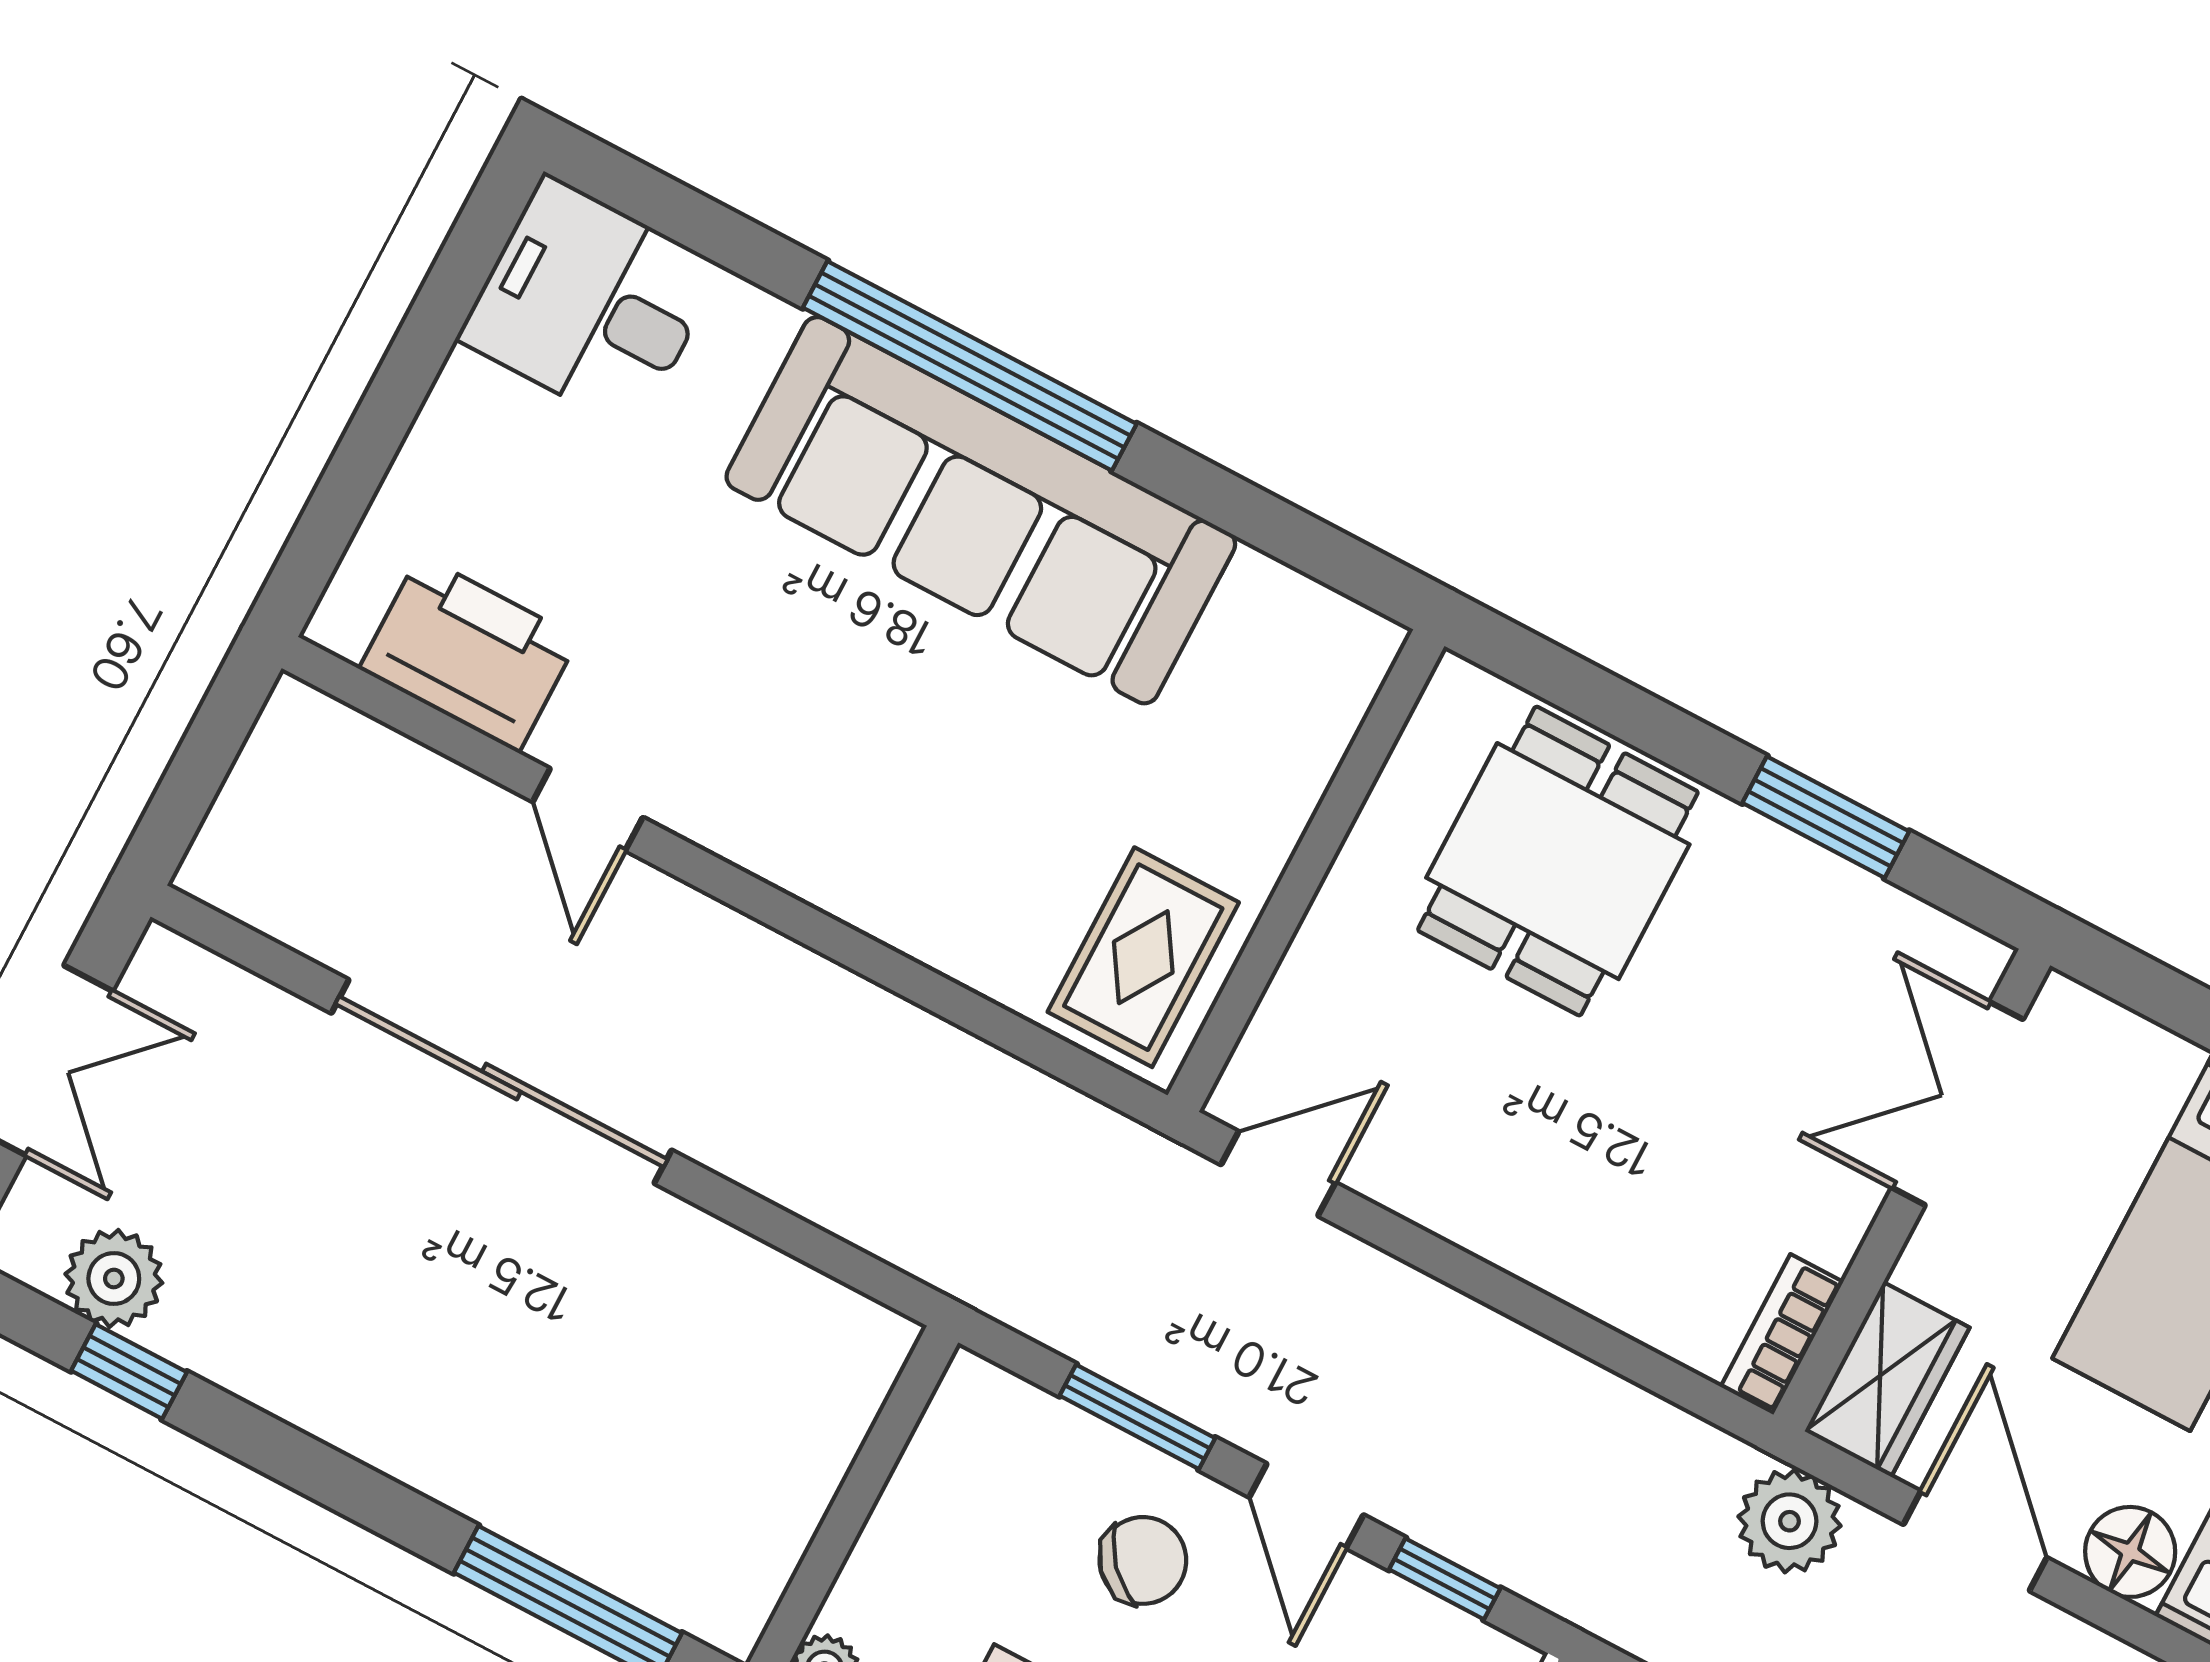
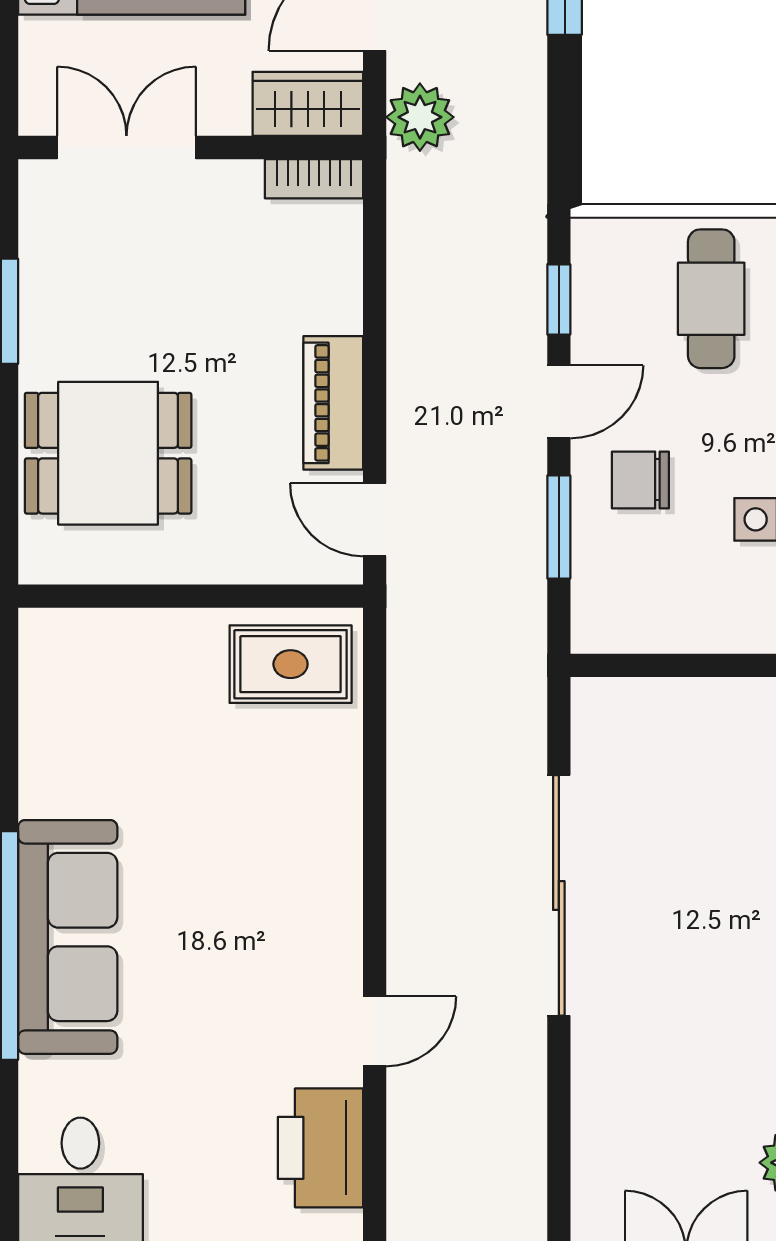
sofa: (981, 510) -> (68, 937), width x0.74, depth x0.79
sliding door: (501, 1082) -> (559, 895), moved
double door: (1957, 1103) -> (126, 148), swing flipped
piano: (1465, 1201) -> (333, 403), added
chair: (1143, 1560) -> (640, 480), turned -48

